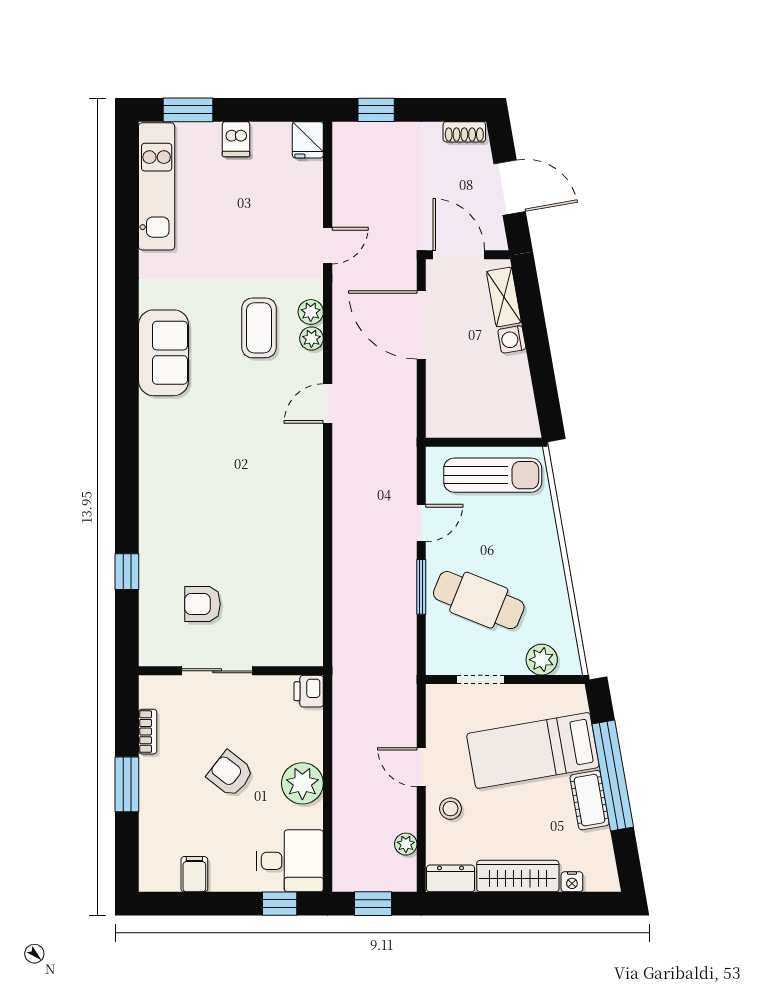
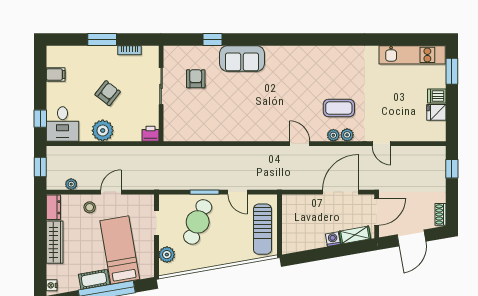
fridge: (308, 140) -> (436, 112), moved
sofa: (164, 353) -> (242, 59), moved
nightstand: (572, 882) -> (52, 285), moved

